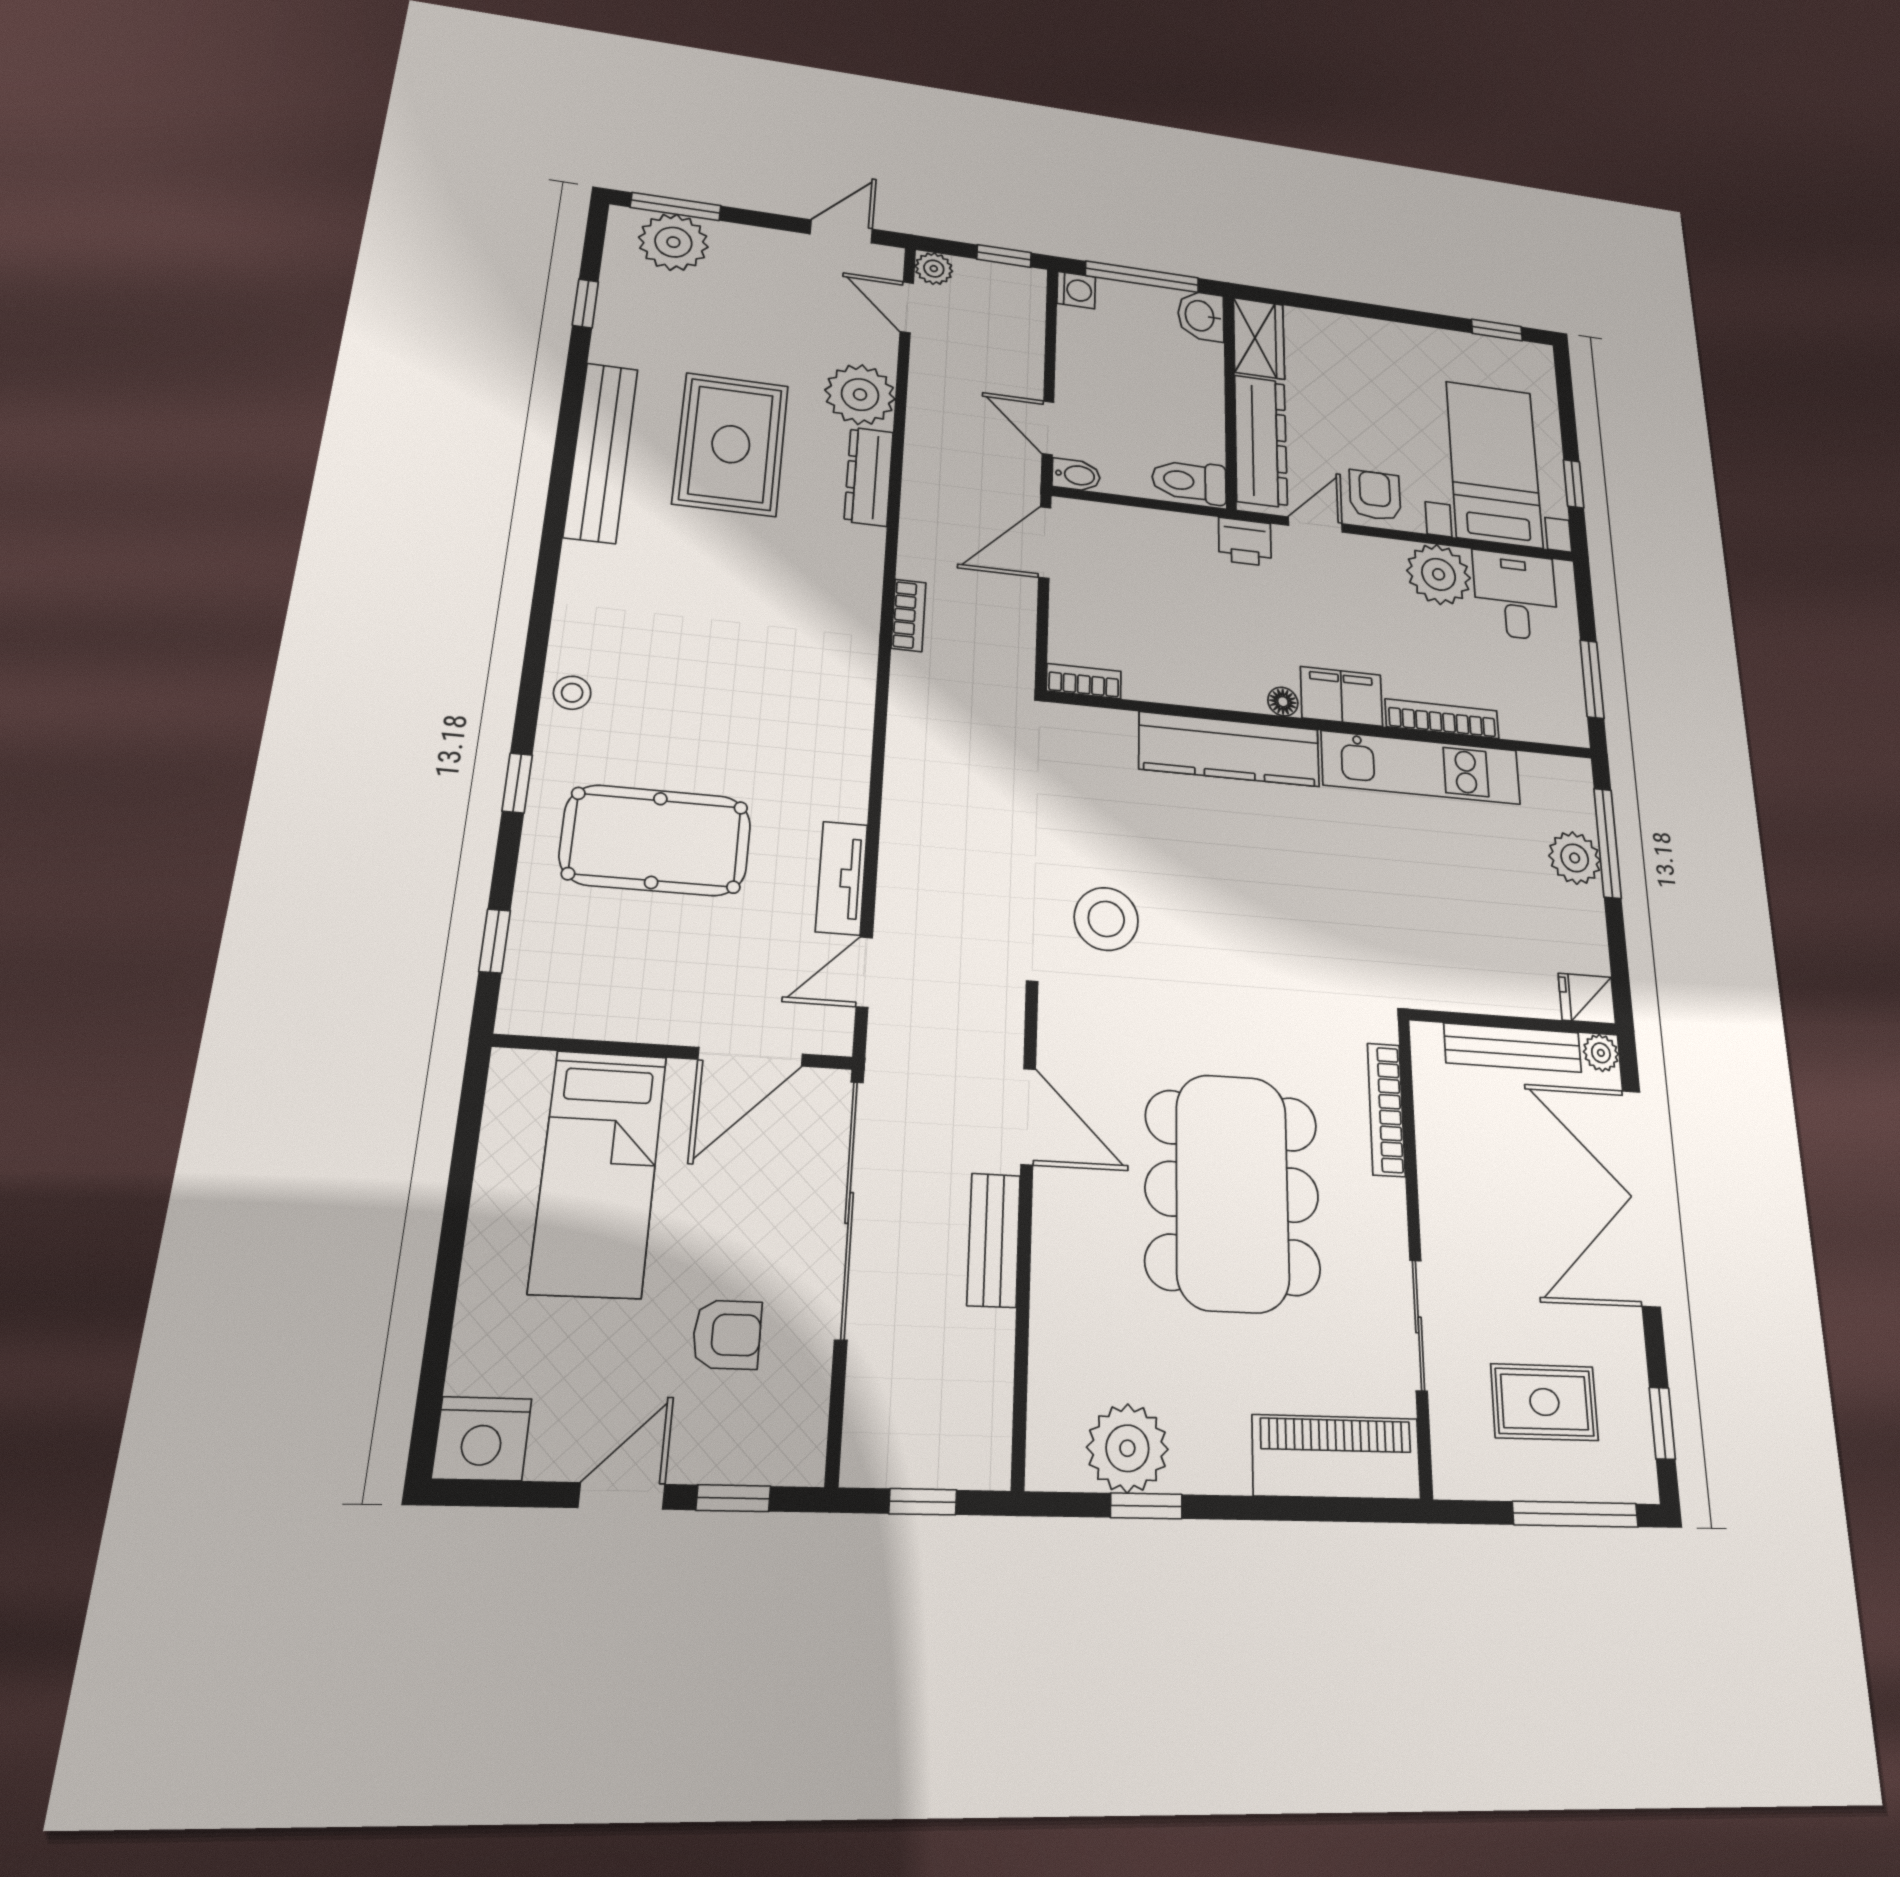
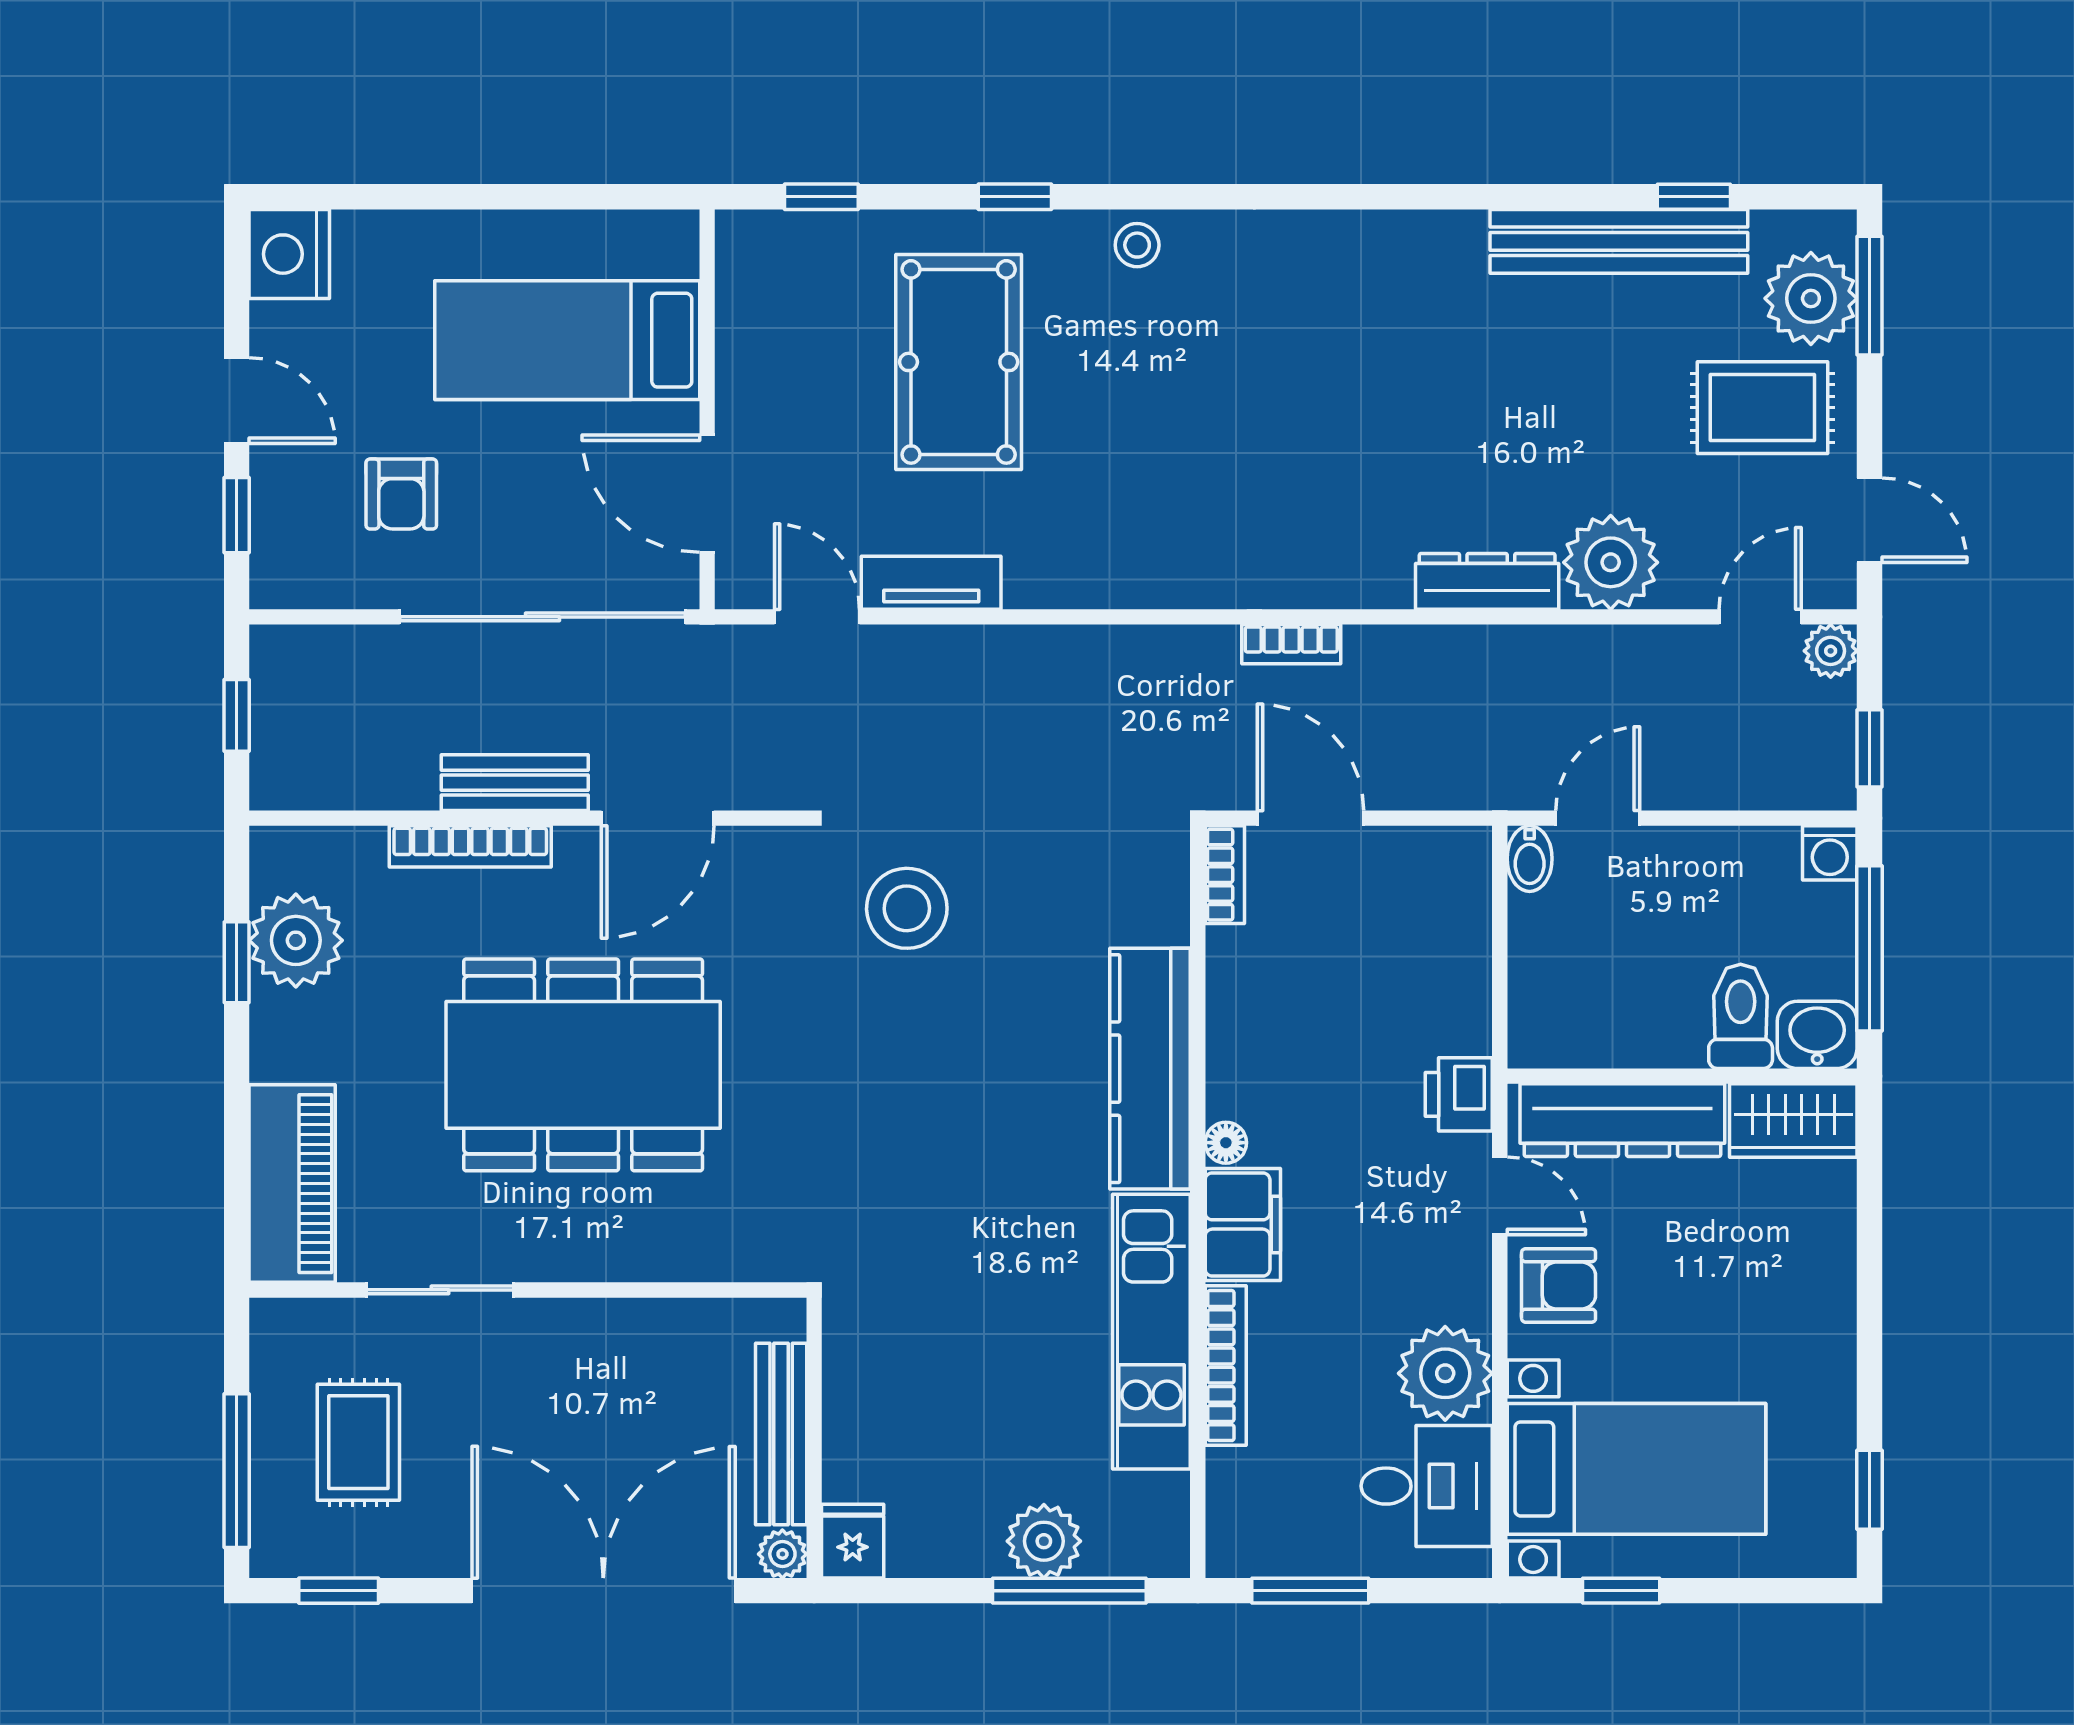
rug: (731, 444) -> (1762, 408), moved, width x0.73, depth x0.70
bench: (601, 452) -> (1619, 241), moved
toilet: (1189, 481) -> (1741, 1016), moved
door: (1045, 542) -> (1310, 818), moved
bookcase: (1386, 1109) -> (470, 846), moved, turned 180

